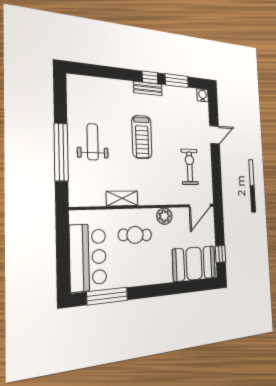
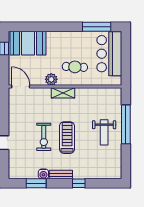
window: (150, 77) -> (79, 183), moved
water cooler: (203, 95) -> (43, 174), moved
exercise bike: (190, 167) -> (44, 137), moved
shelving: (122, 198) -> (63, 93), moved
door: (200, 206) -> (21, 87), hinge flipped

